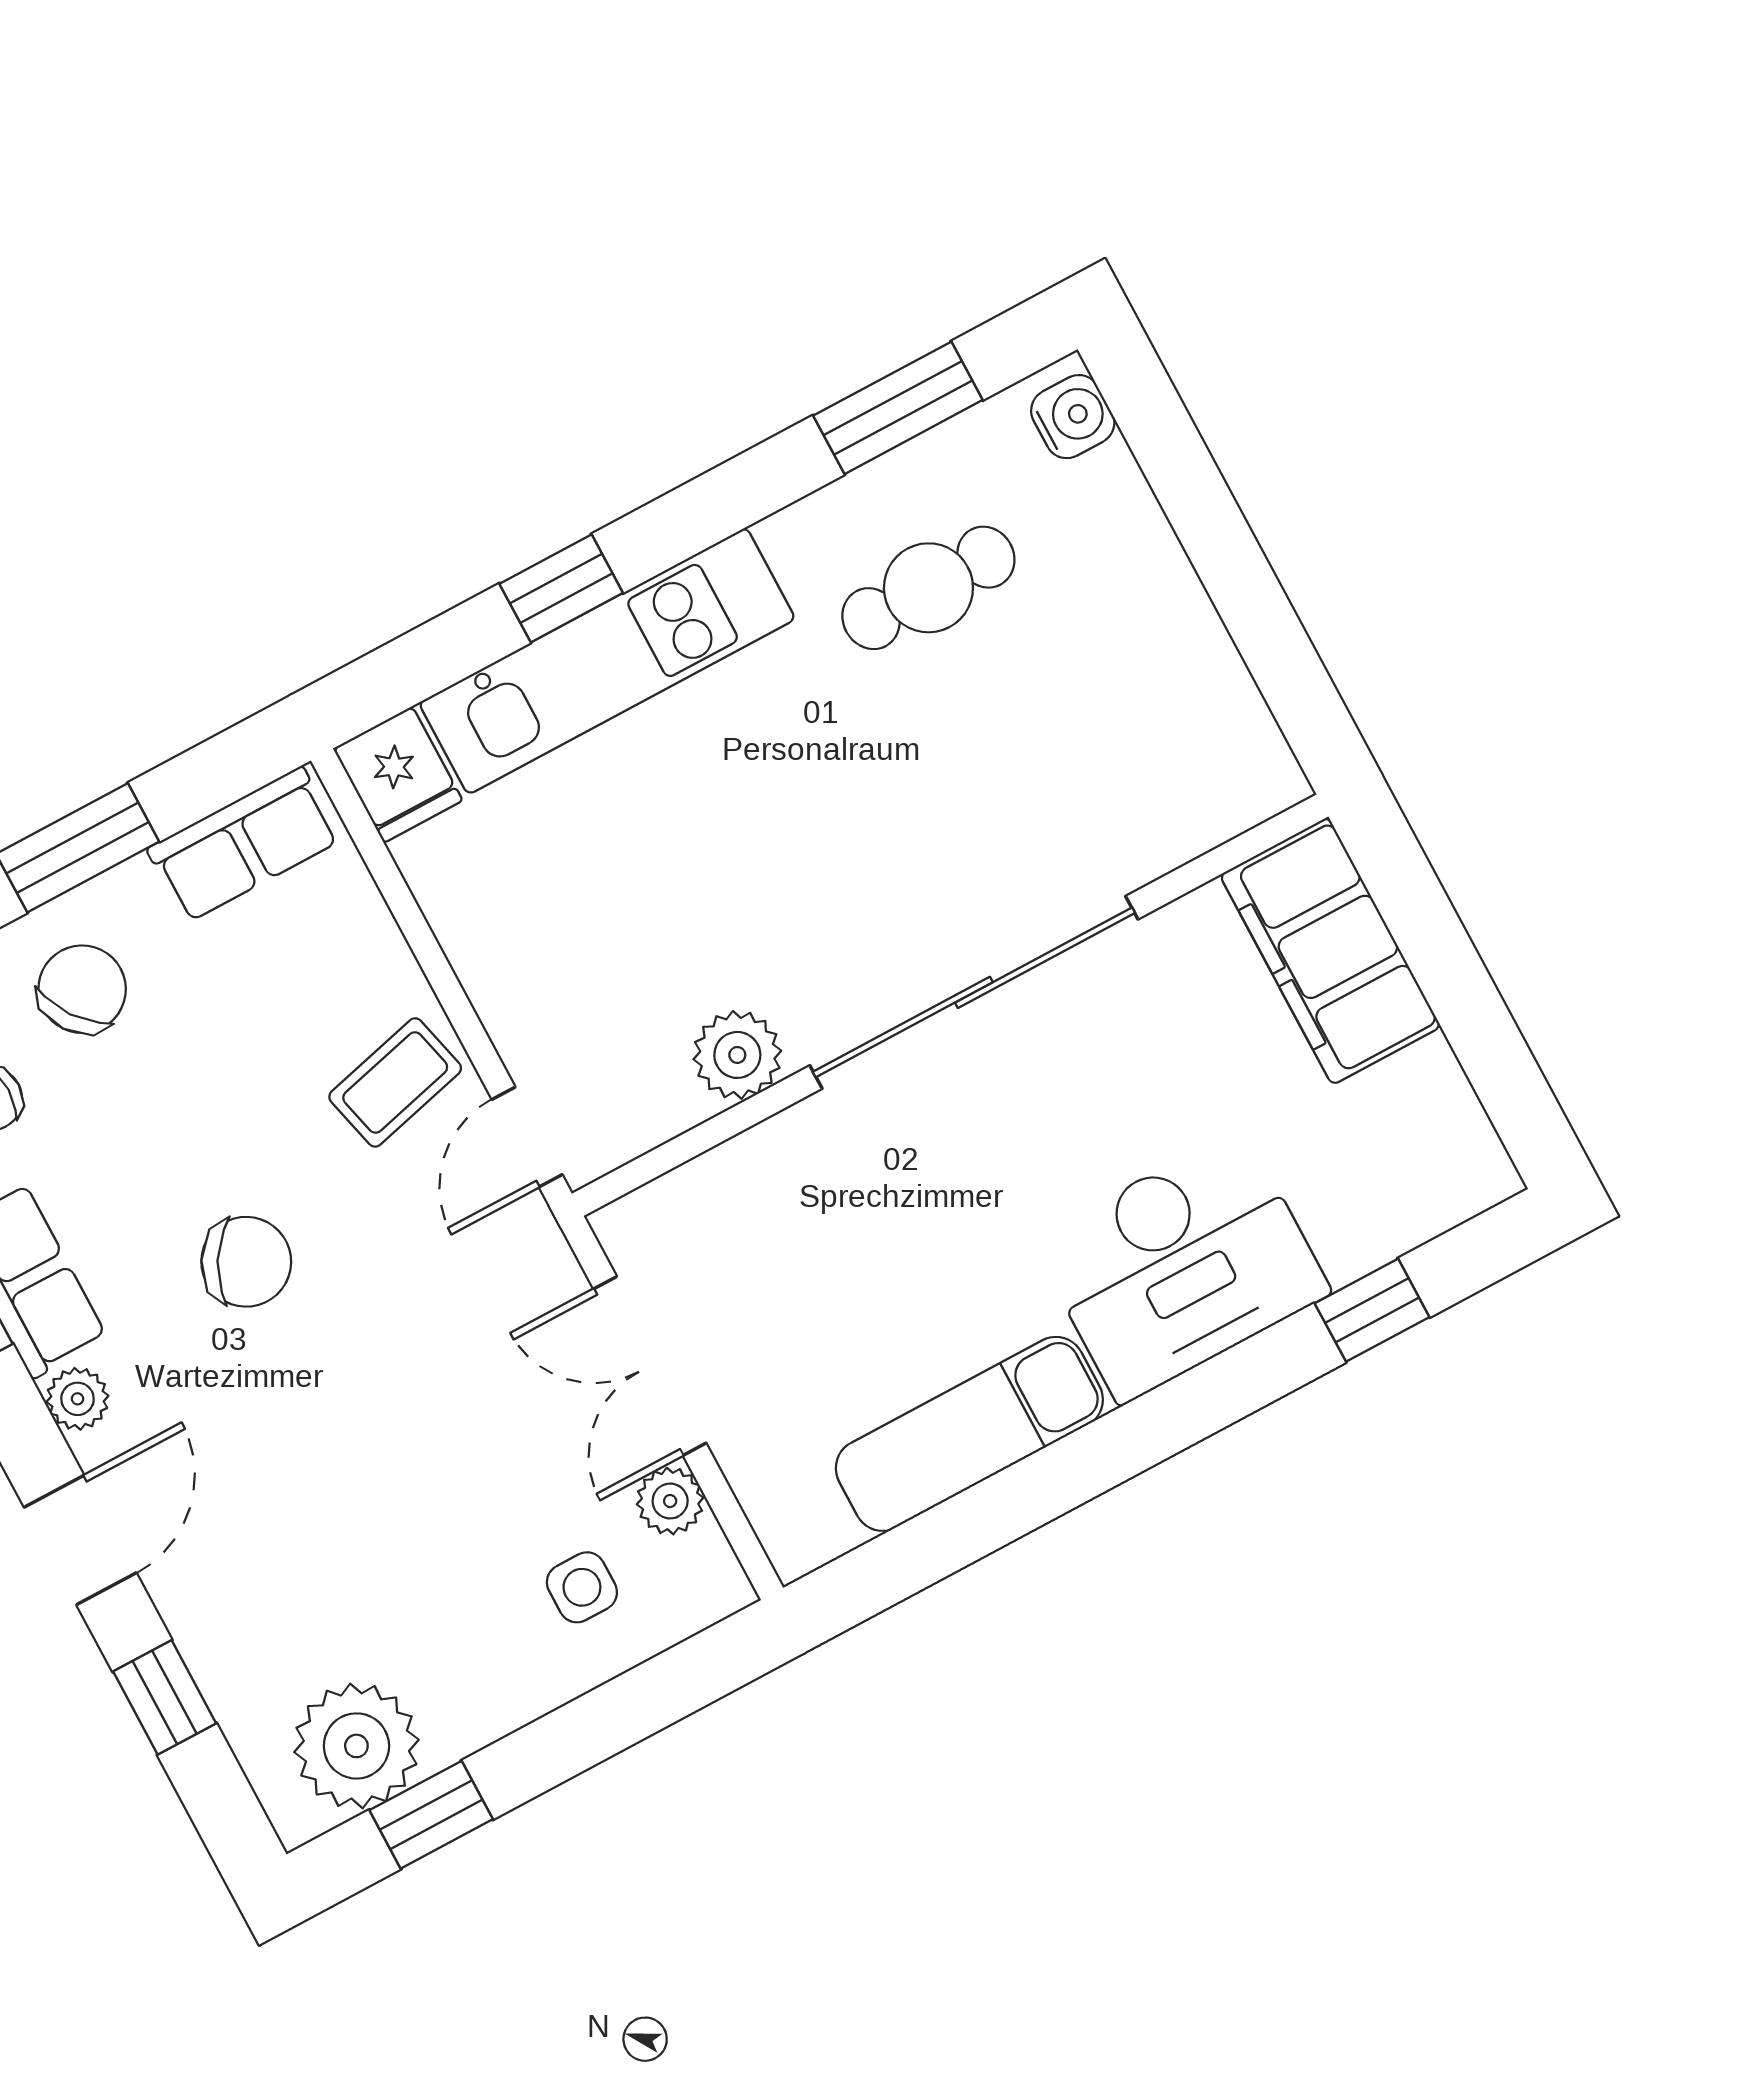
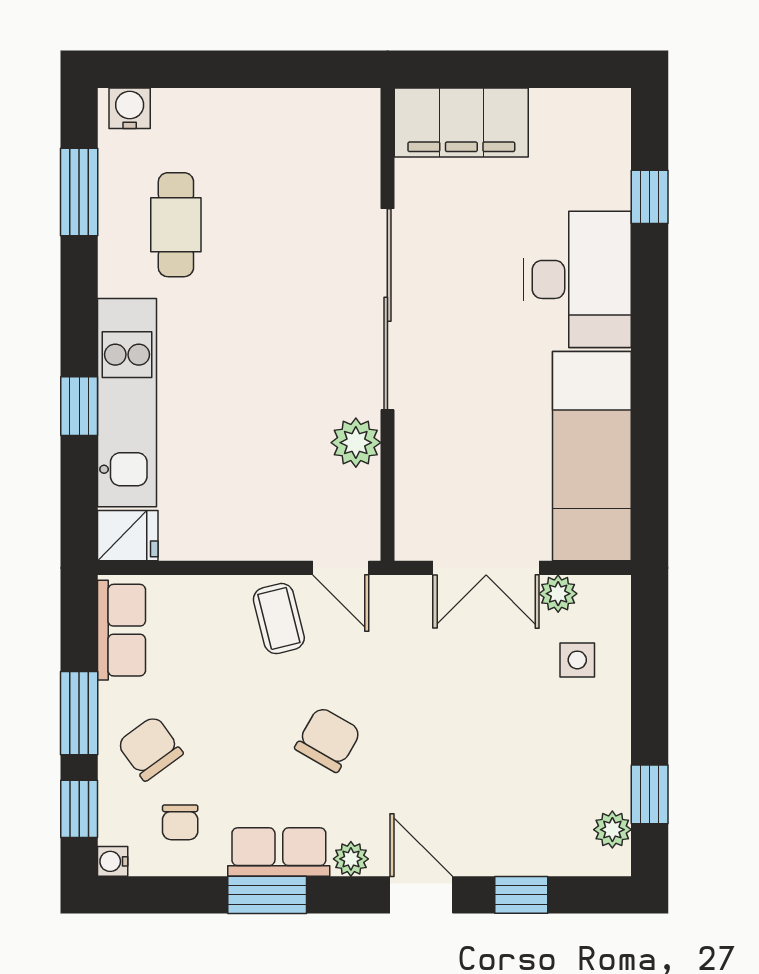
exam couch: (969, 1434) -> (592, 456), width x1.36, depth x1.45
plant: (356, 1746) -> (612, 830), width x0.53, depth x0.53

